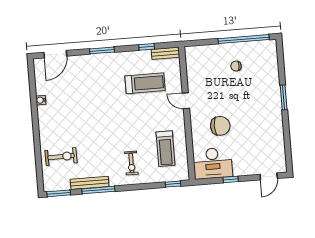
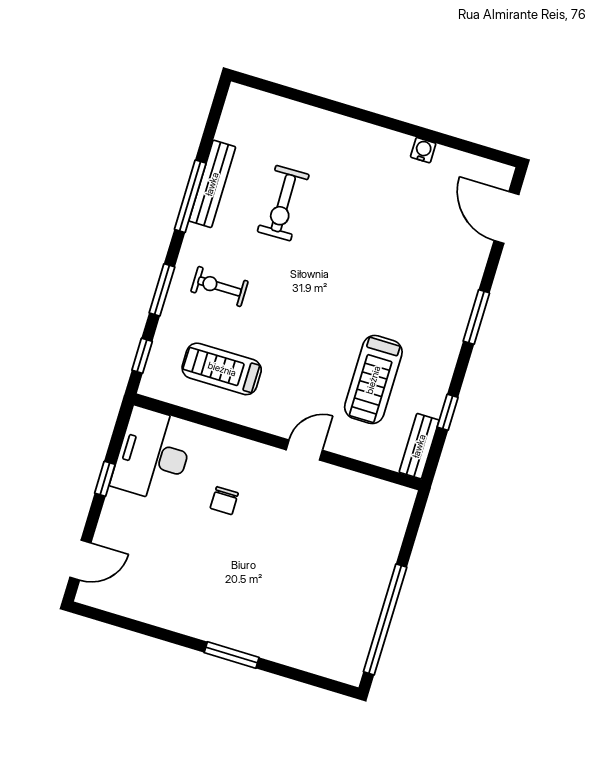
chair: (236, 66) -> (335, 582), removed
chair: (220, 126) -> (224, 501), width x0.54, depth x0.54
exercise bike: (61, 157) -> (283, 203), moved
door: (269, 176) -> (80, 560), swing flipped
window: (59, 193) -> (162, 290), moved

